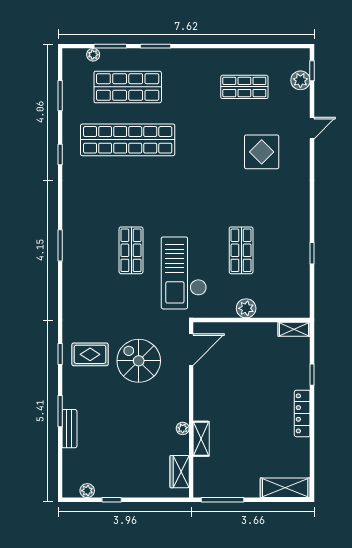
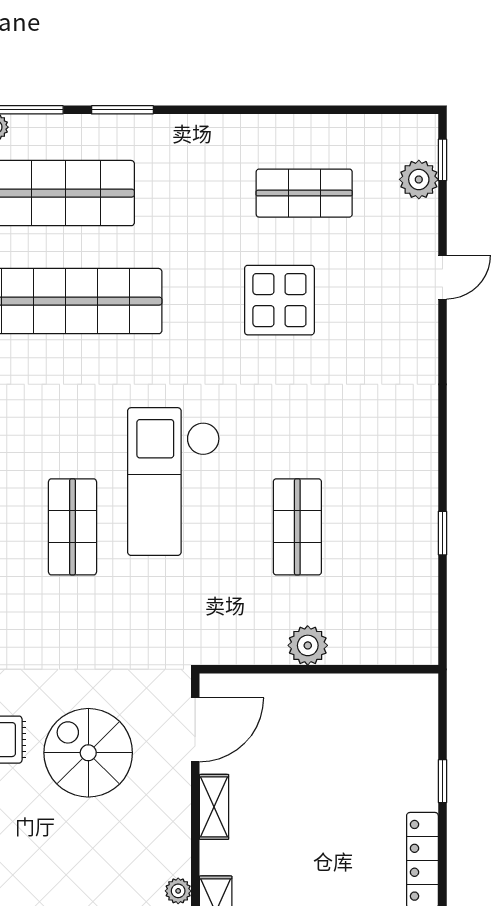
display table: (262, 152) -> (279, 300), moved
checkout: (184, 273) -> (174, 482), moved
shelving: (294, 329) -> (214, 807), moved, turned 90

